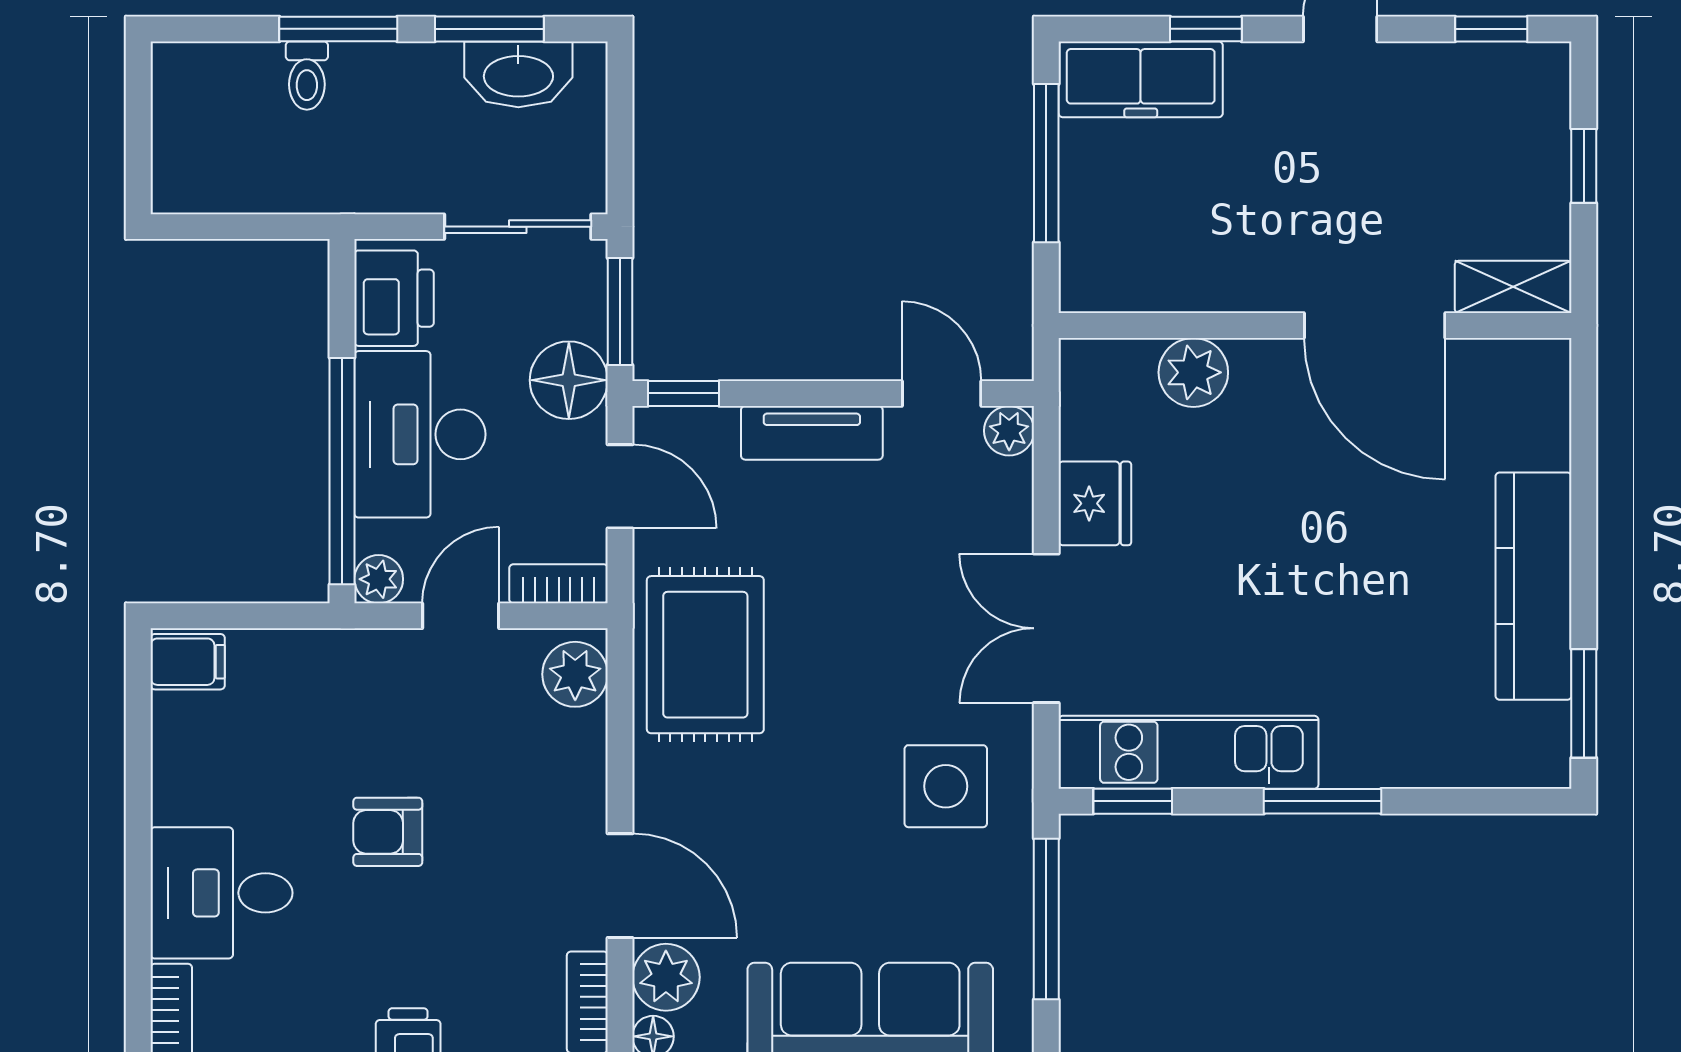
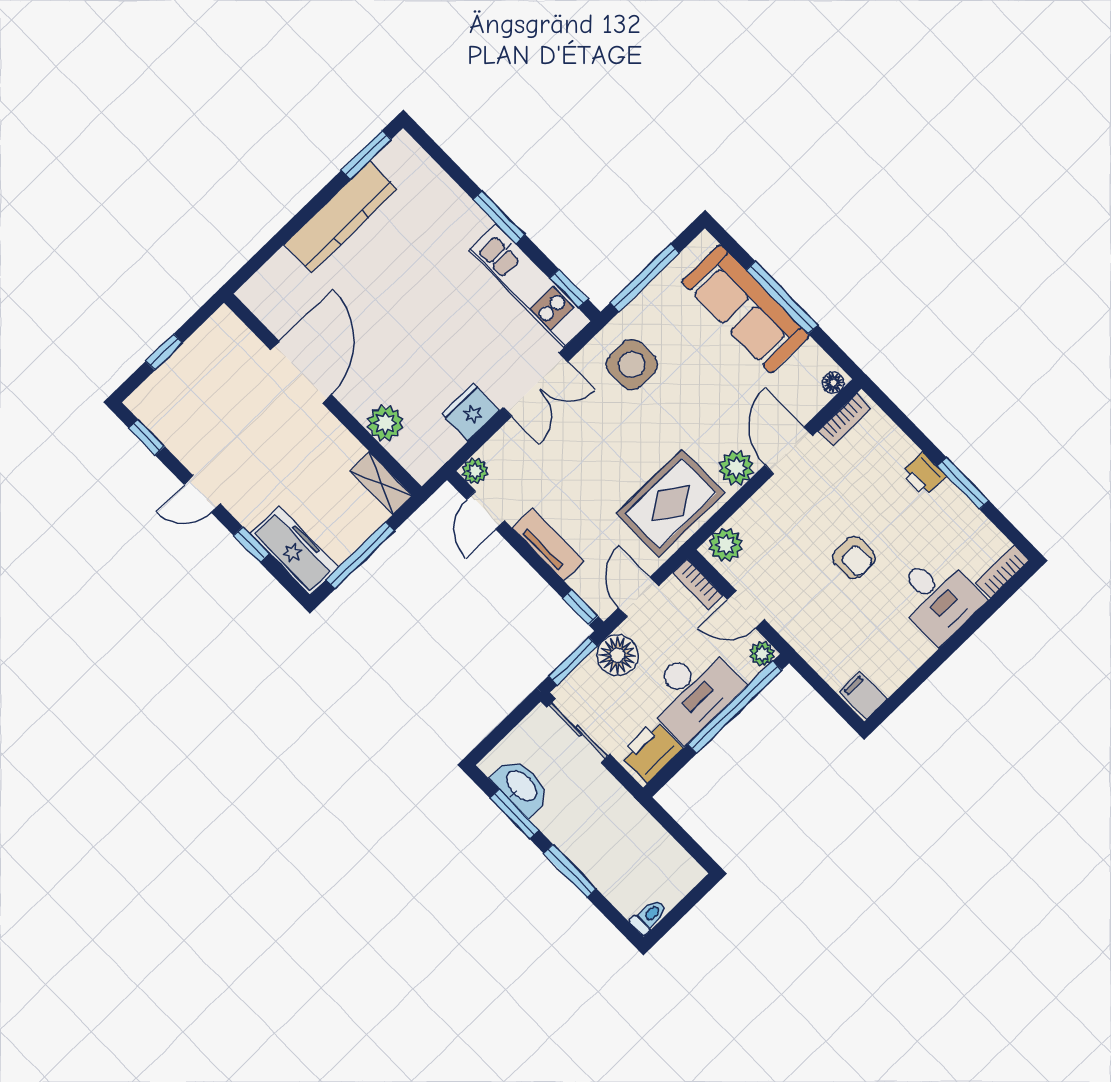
toilet: (307, 76) -> (649, 917), moved
shelving: (1513, 287) -> (381, 483), moved
plant: (666, 977) -> (736, 468), moved

